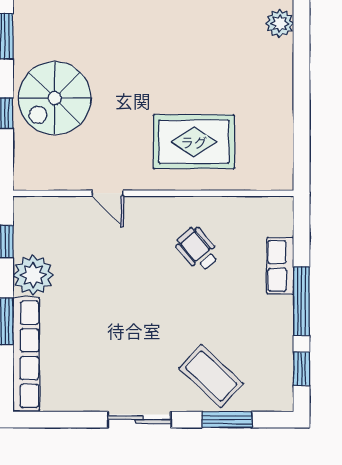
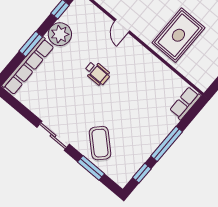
rug: (194, 142) -> (178, 35), turned 90
wheelchair: (197, 249) -> (97, 73), moved, turned 131
row of seats: (280, 266) -> (185, 103), moved

